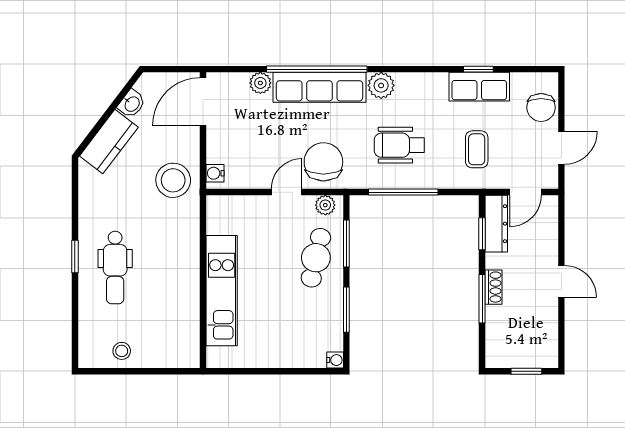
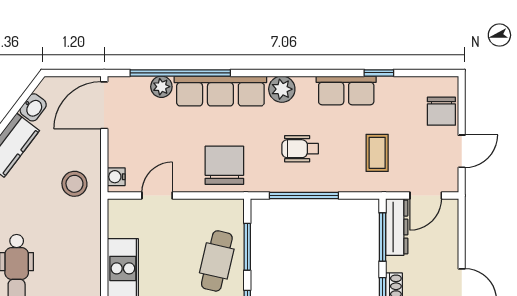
window: (317, 69) -> (180, 73), moved
row of seats: (479, 87) -> (346, 90), moved
wheelchair: (399, 145) -> (300, 149), width x0.73, depth x0.73
stool: (173, 180) -> (74, 184), width x0.73, depth x0.73
door: (287, 192) -> (157, 195), moved
plant: (325, 205) -> (226, 208), removed
window: (482, 234) -> (383, 237), width x1.50

